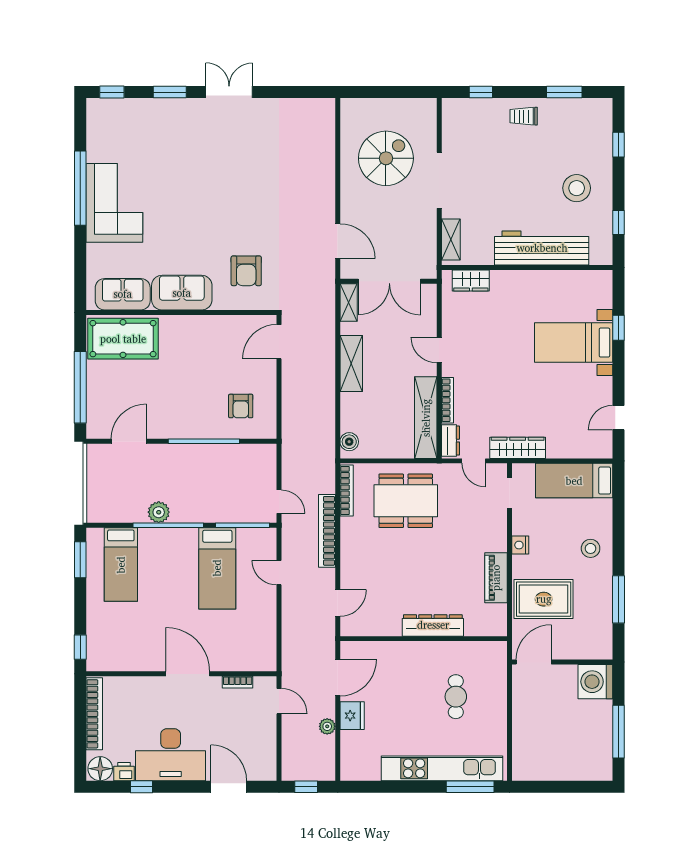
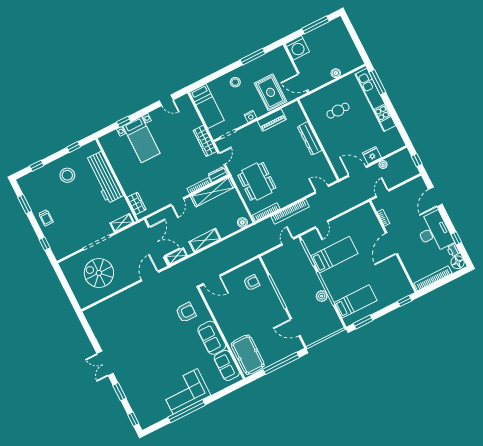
boiler: (520, 725) -> (336, 73), added

